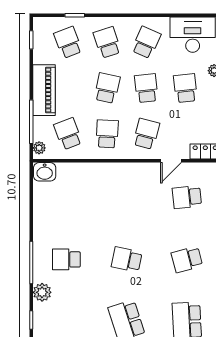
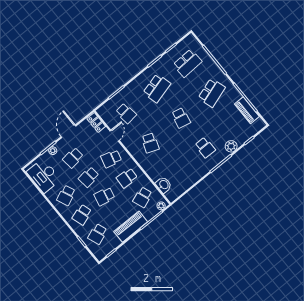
school desk: (146, 42) -> (66, 195), turned -48
door: (171, 161) -> (115, 136), hinge flipped
washbasin: (45, 172) -> (164, 185), moved
school desk: (127, 197) -> (150, 143), added
school desk: (187, 259) -> (157, 88), width x1.85

